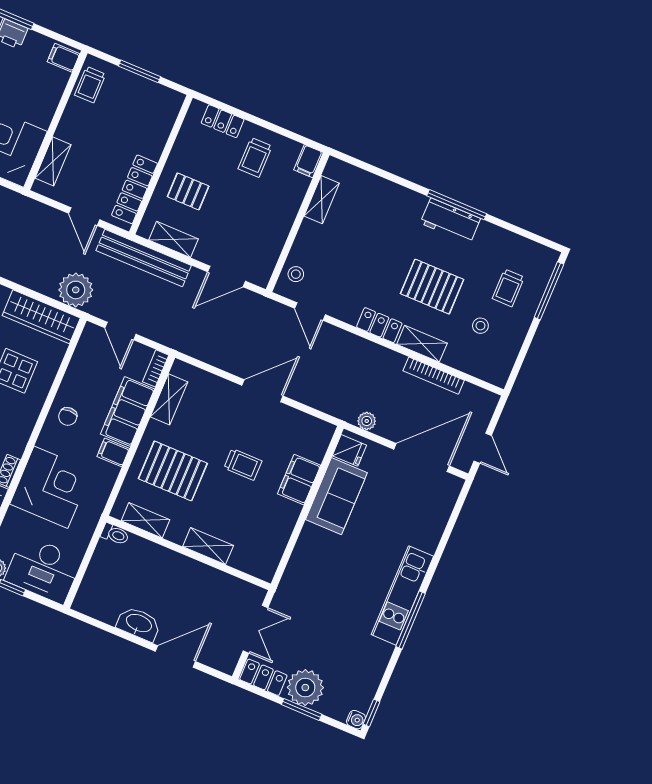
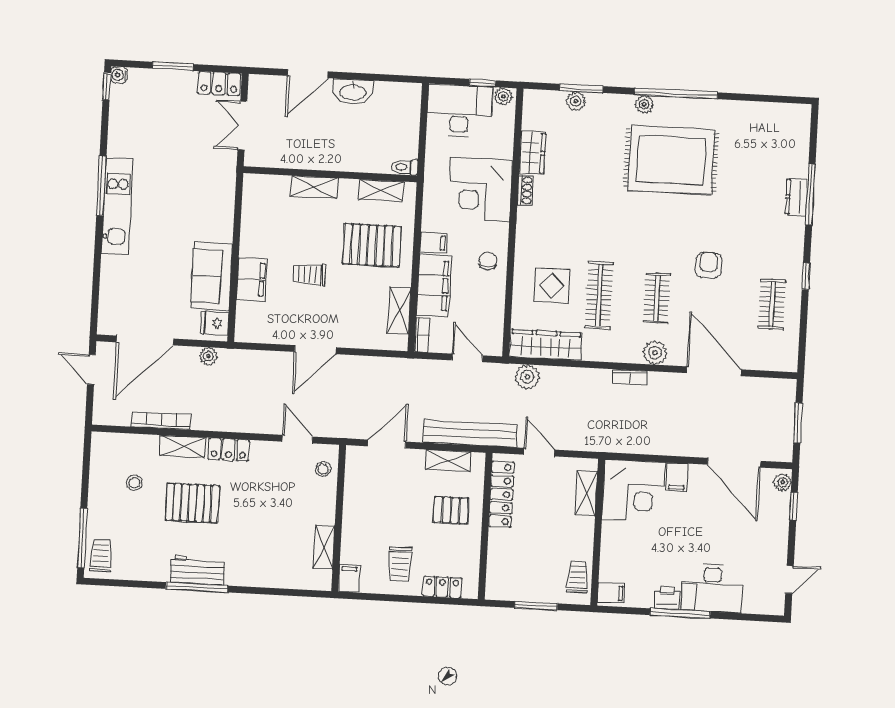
trolley: (255, 157) -> (400, 564), turned 180
trolley: (508, 288) -> (101, 555), moved
plant: (76, 290) -> (527, 377), width x0.73, depth x0.73
plant: (305, 688) -> (177, 88), removed

